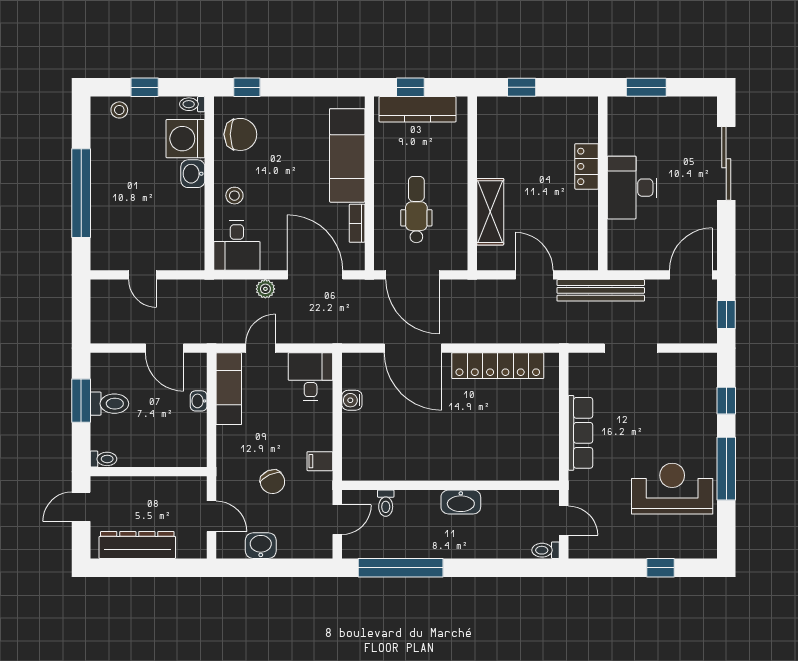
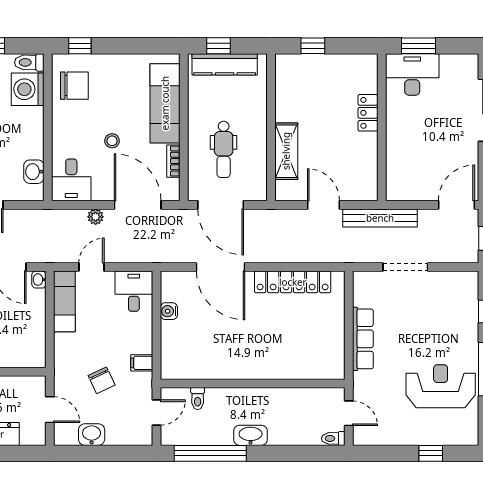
toilet: (192, 104) -> (29, 62), width x1.37, depth x1.39
washbasin: (193, 174) -> (34, 172), moved
desk: (632, 188) -> (412, 74), moved, turned 90
stool: (234, 196) -> (112, 141), moved
dental chair: (416, 210) -> (224, 149), turned 180
washbasin: (199, 401) -> (39, 280), moved
washbasin: (461, 502) -> (251, 435), moved, turned 180

